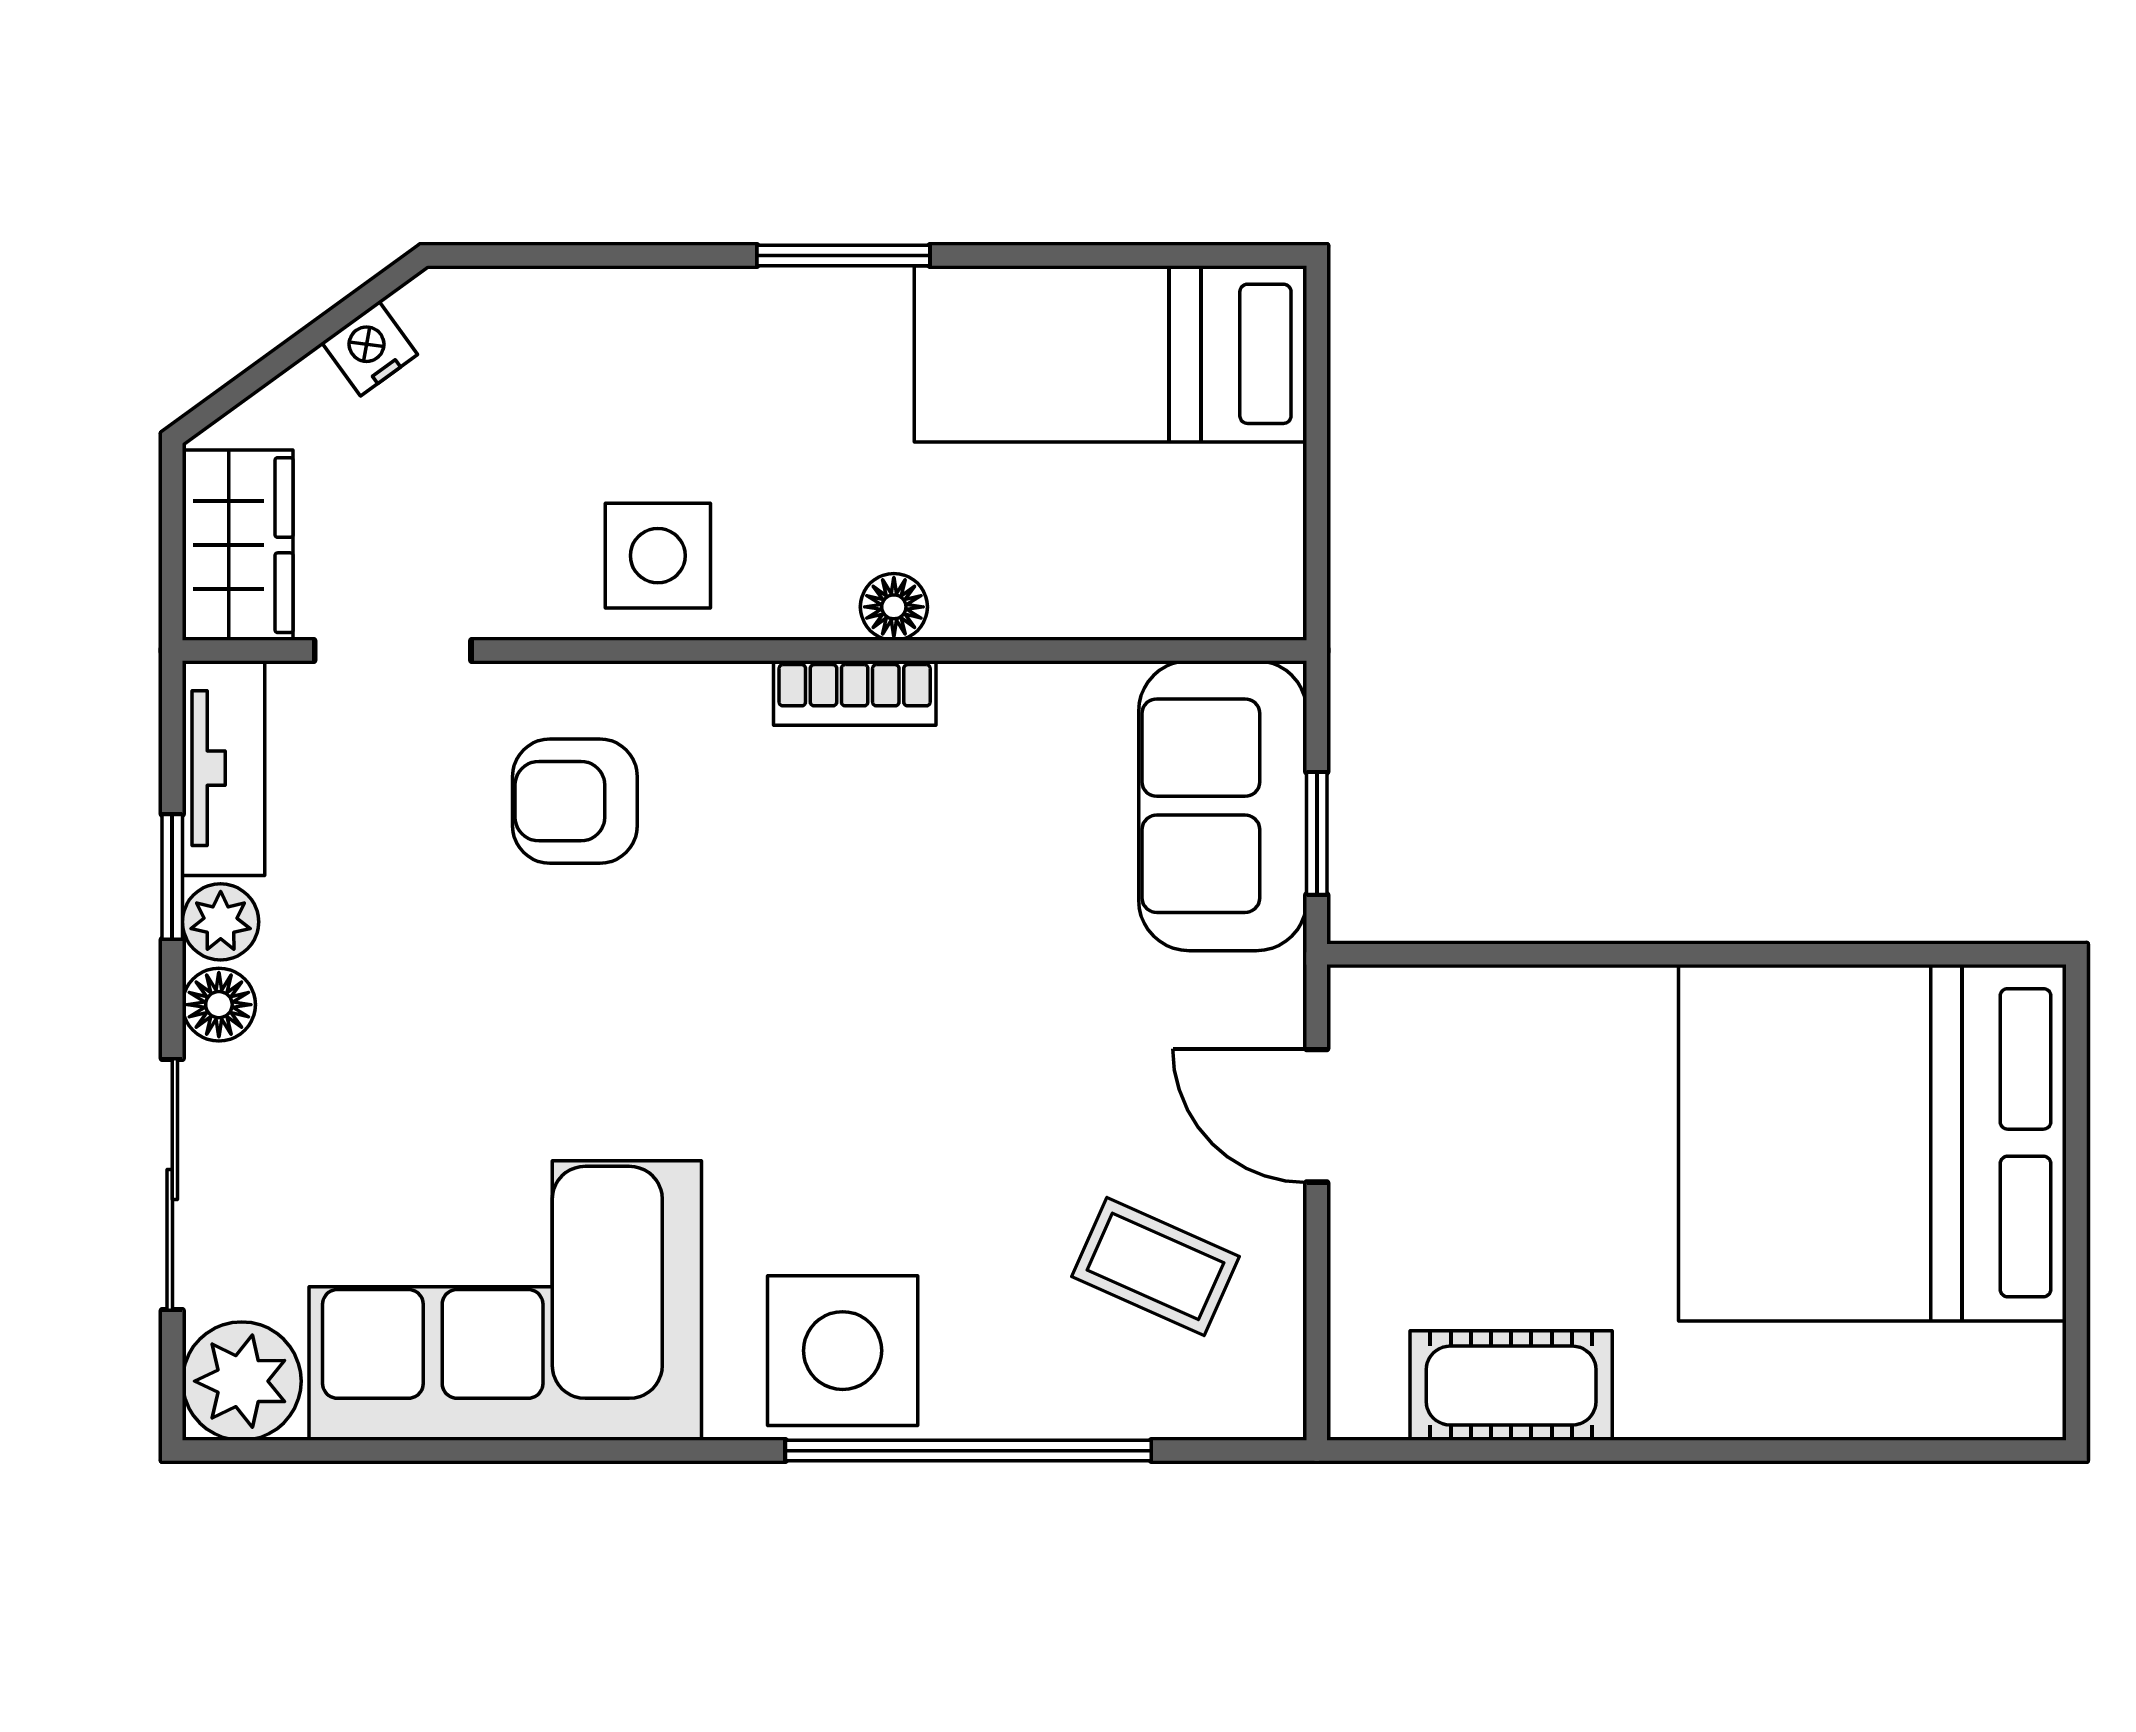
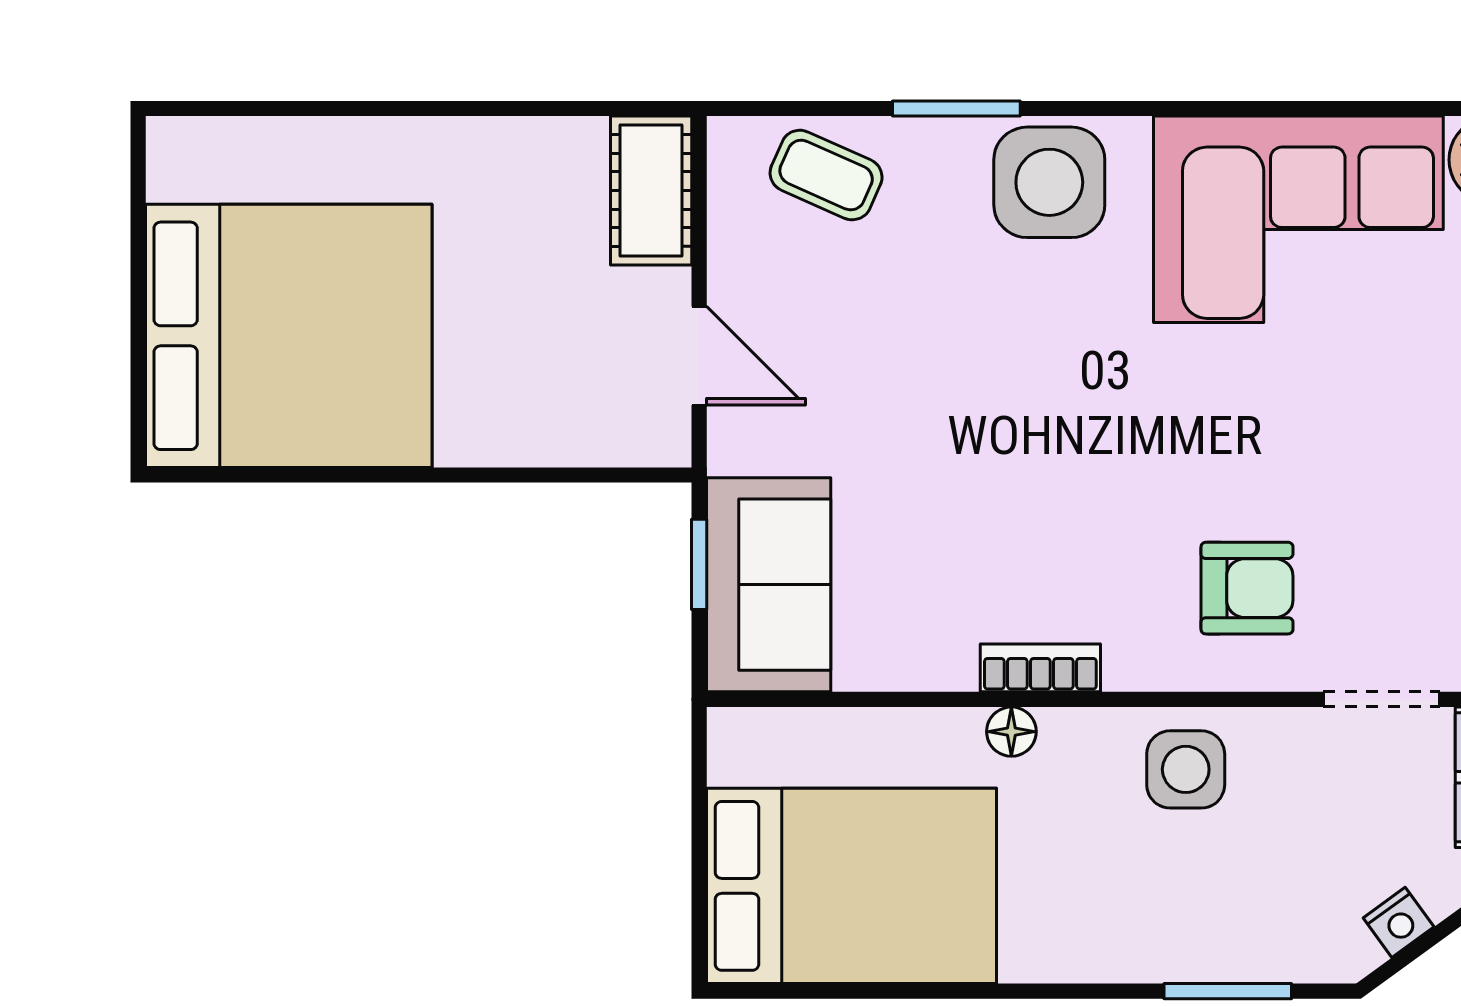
window: (843, 255) -> (1228, 991), moved
bed: (1111, 354) -> (851, 886), width x1.50
coffee table: (1155, 1266) -> (826, 175), moved
cot: (1511, 1386) -> (651, 191), moved, turned 90
window: (968, 1451) -> (956, 108), width x0.47

